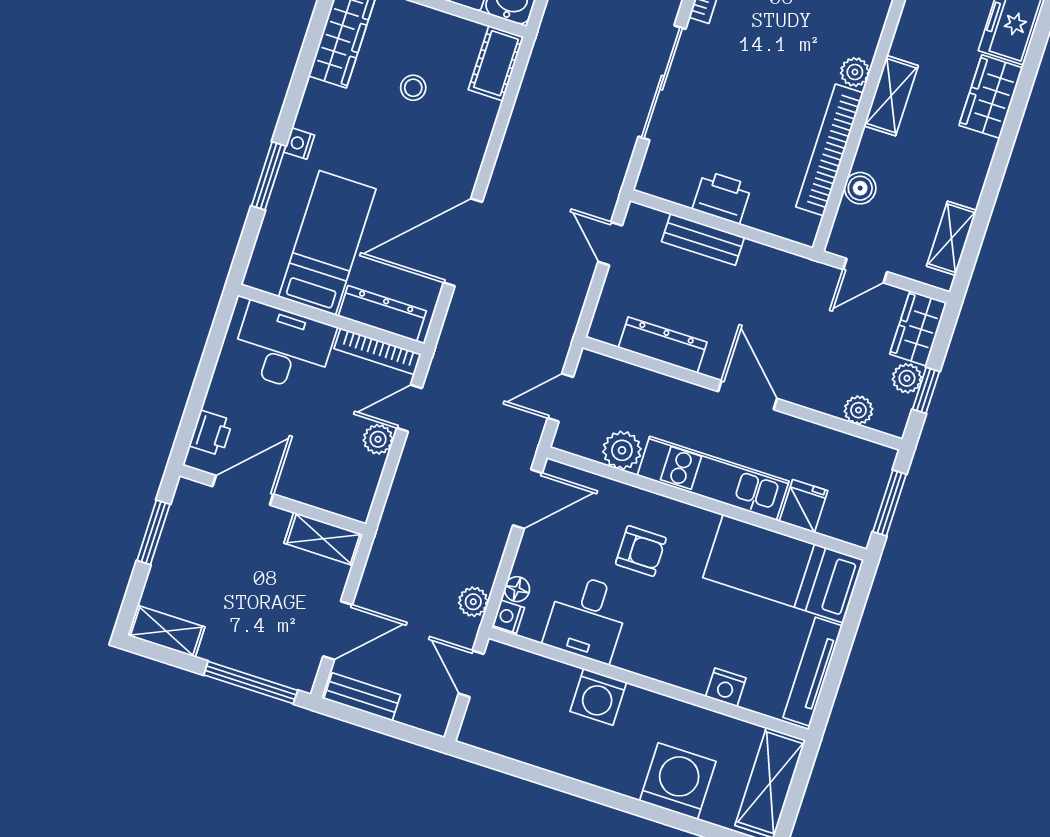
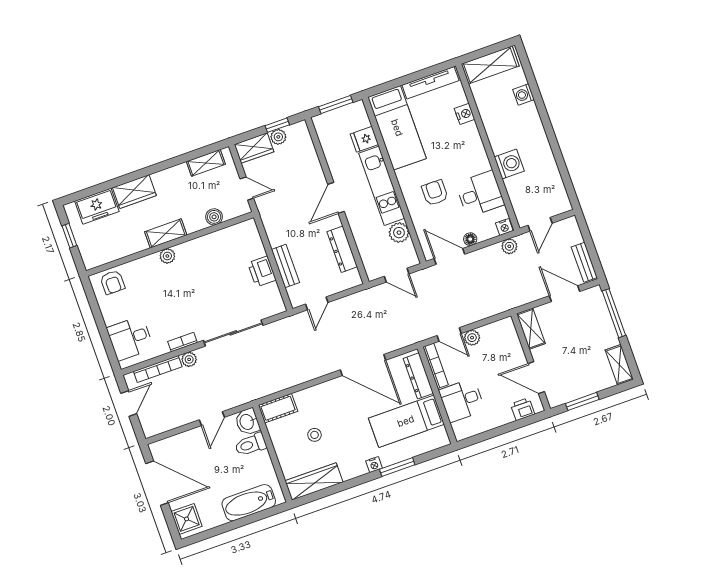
bookcase: (830, 150) -> (208, 242), removed
desk: (283, 347) -> (462, 400), width x0.73
plant: (858, 410) -> (307, 147), removed
floor lamp: (517, 589) -> (470, 239), moved
washing machine: (678, 781) -> (524, 95), width x0.53, depth x0.53

